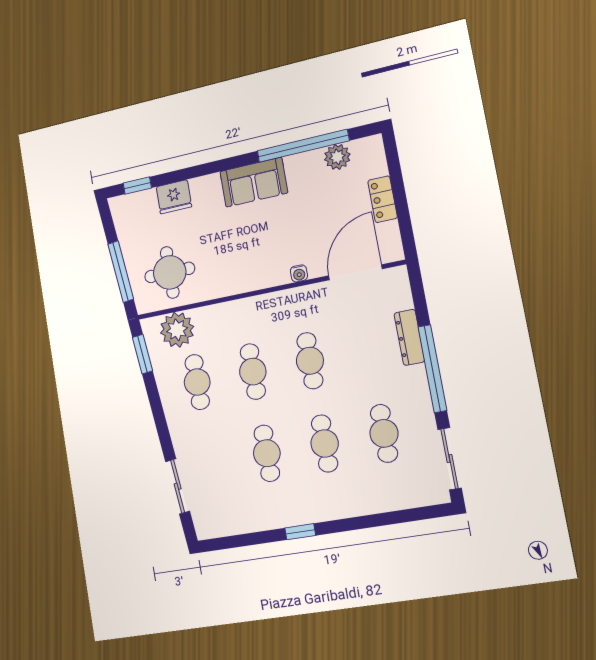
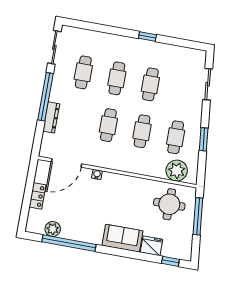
sofa: (254, 182) -> (122, 238), moved
window: (143, 354) -> (204, 139), moved

